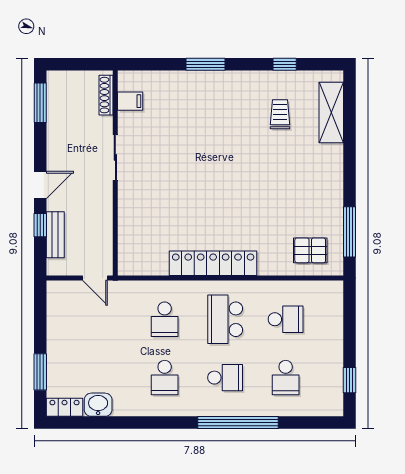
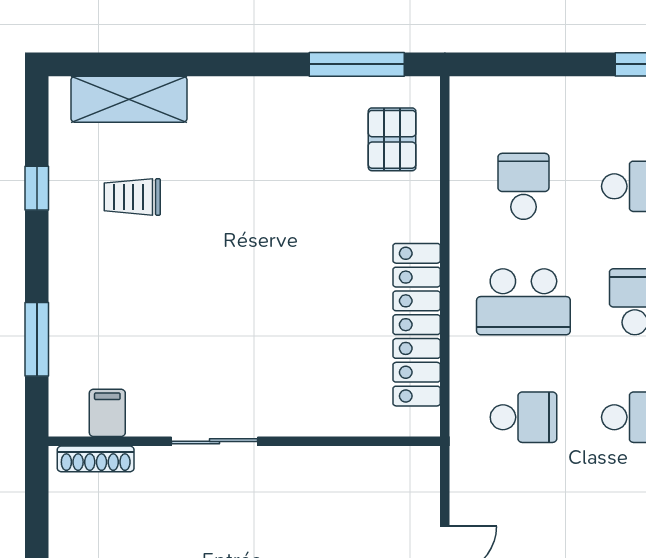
shoe rack: (106, 95) -> (96, 459), moved
filing cabinet: (130, 101) -> (107, 413), moved
sliding door: (115, 157) -> (215, 441), moved
wall: (115, 173) -> (244, 441), moved

